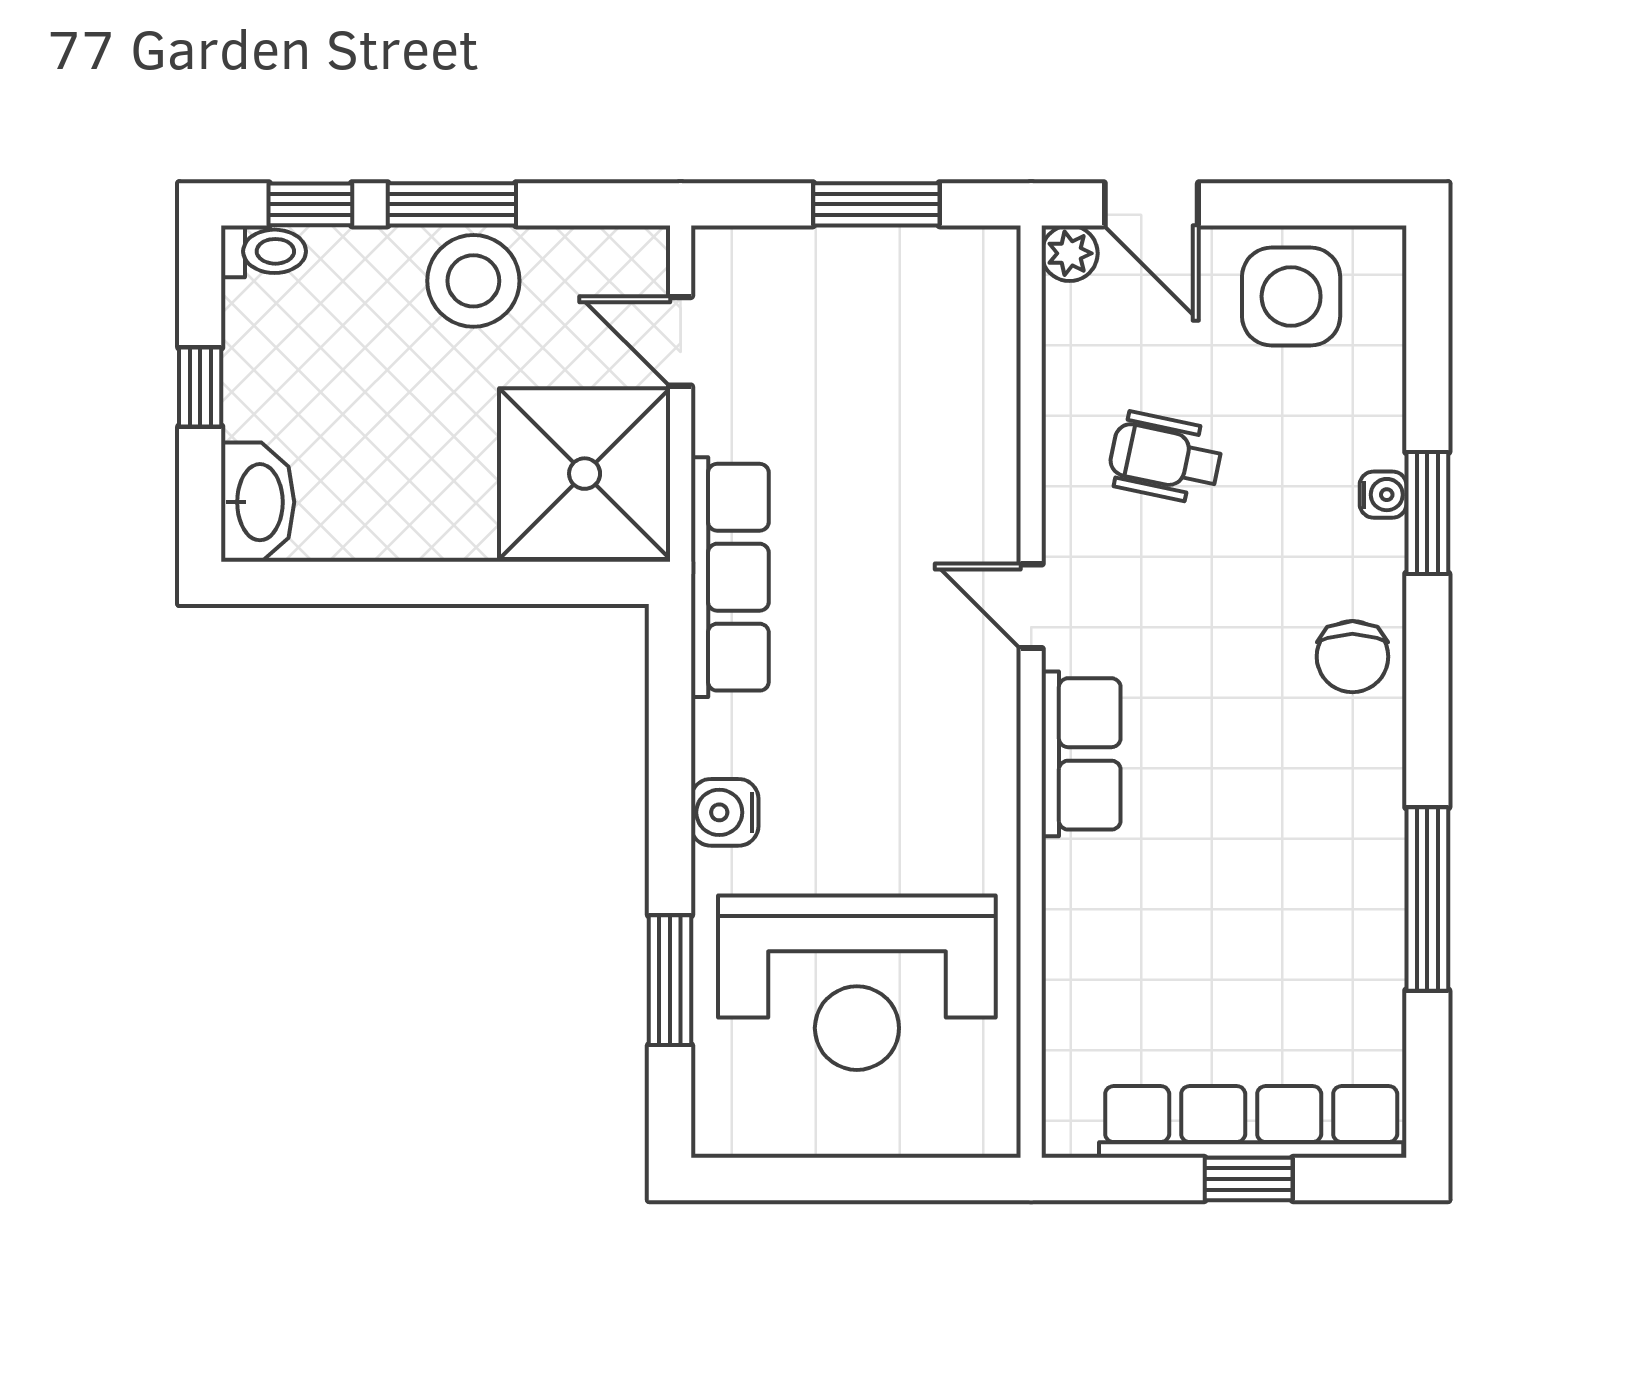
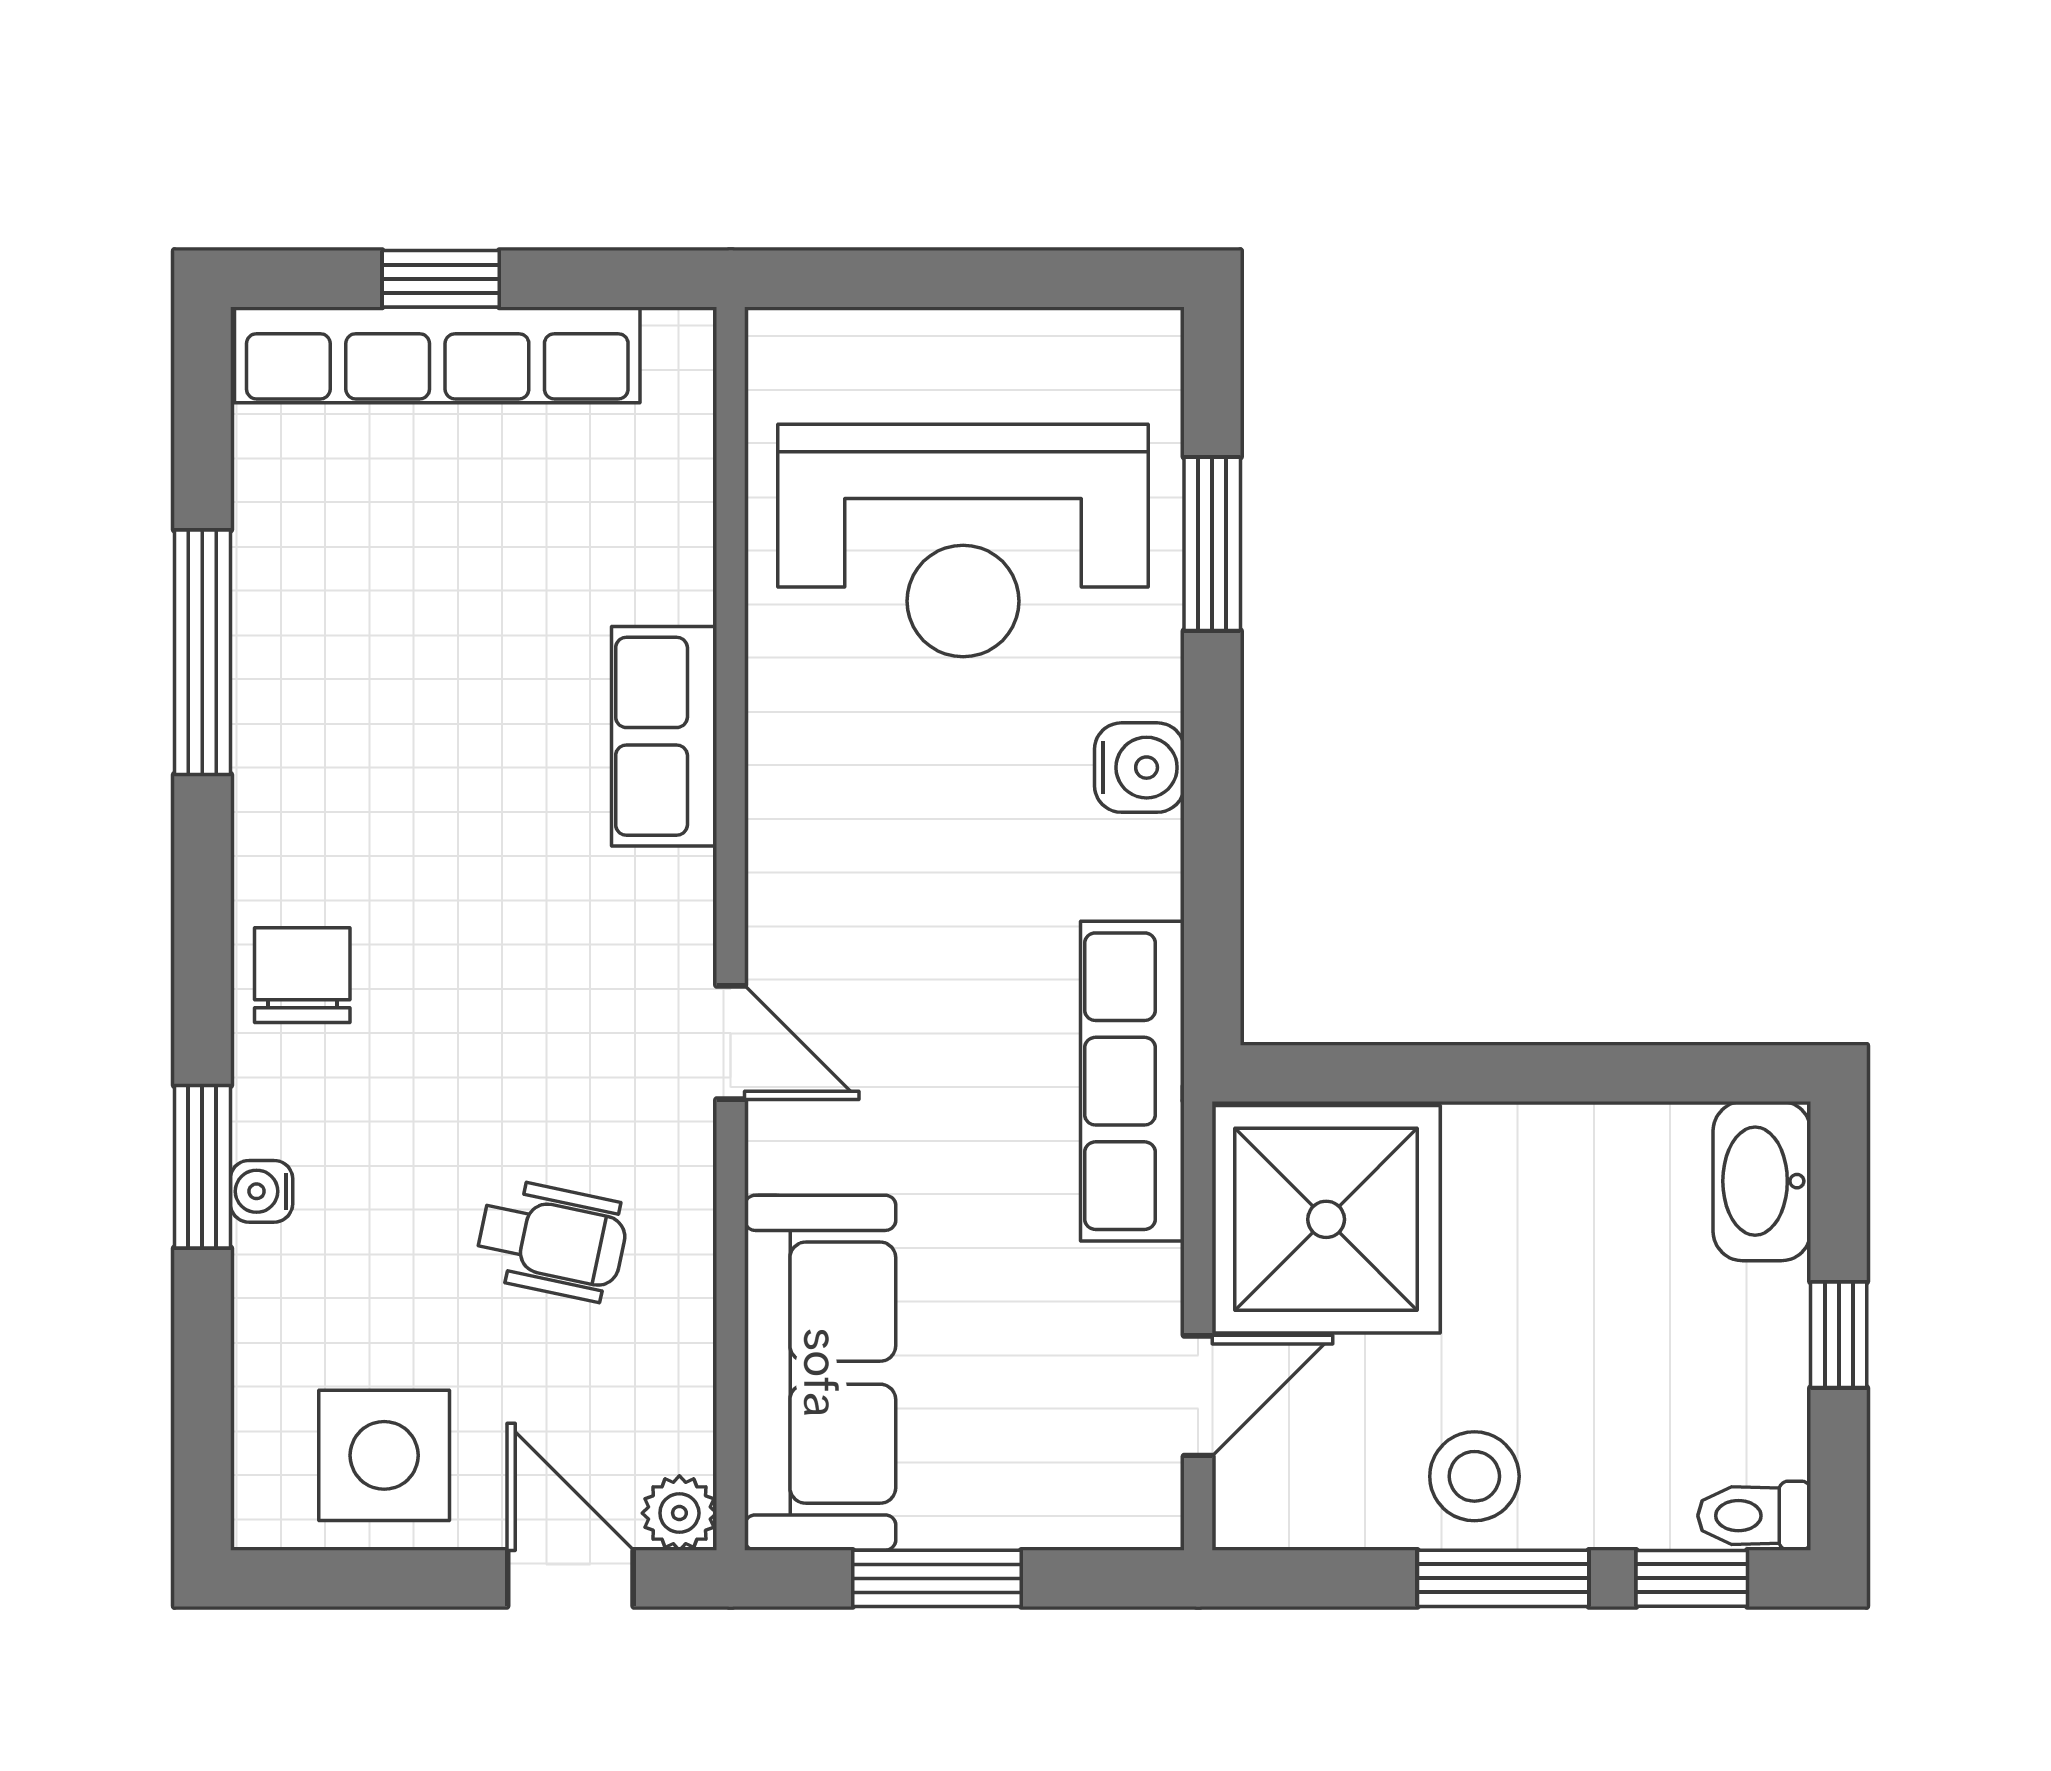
stool: (473, 281) -> (1474, 1476), width x0.73, depth x0.73
door: (681, 341) -> (1198, 1396), hinge flipped
sofa: (964, 359) -> (820, 1373), added
row of seats: (1081, 754) -> (664, 736), moved
reception desk: (857, 983) -> (963, 540), turned 180

